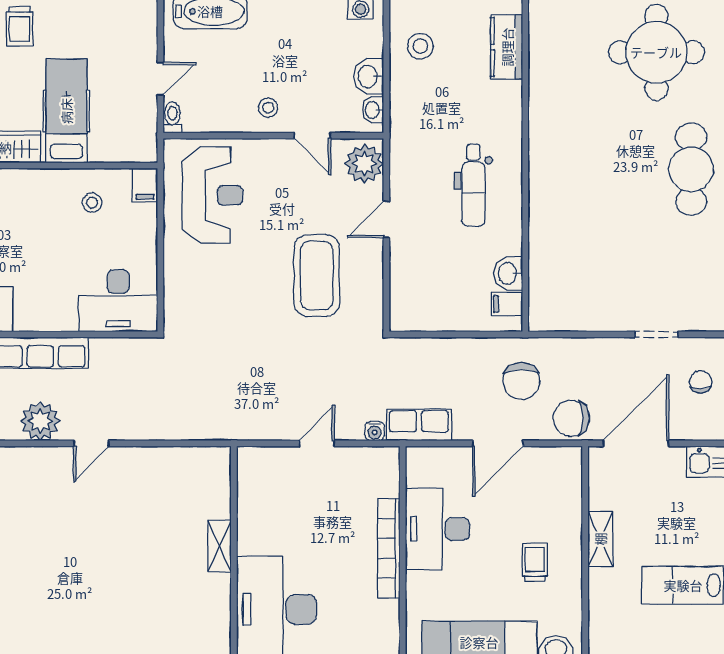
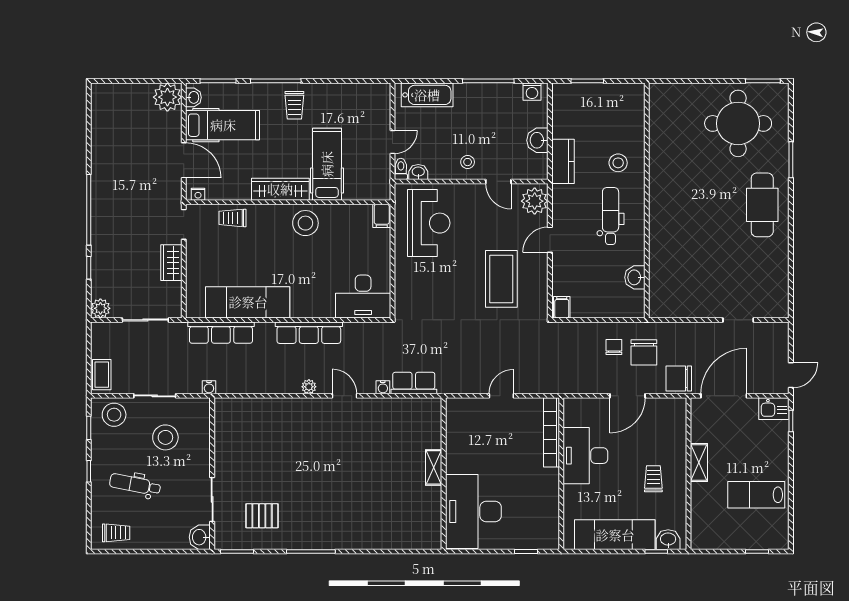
stool: (420, 46) -> (618, 163), moved
kitchen counter: (507, 47) -> (563, 161), moved, turned 180
washbasin: (373, 110) -> (418, 172), moved, turned 90
dental chair: (473, 185) -> (611, 216), turned 180
stool: (92, 203) -> (305, 223), moved, width x1.89, depth x1.89
filing cabinet: (507, 304) -> (562, 307), moved, turned 90
chair: (701, 382) -> (614, 347), moved
plant: (40, 421) -> (309, 387), width x0.53, depth x0.53
row of seats: (419, 425) -> (414, 383), moved
water cooler: (375, 431) -> (383, 387), moved
door: (91, 443) -> (344, 396), swing flipped
bookcase: (389, 548) -> (552, 432), moved

